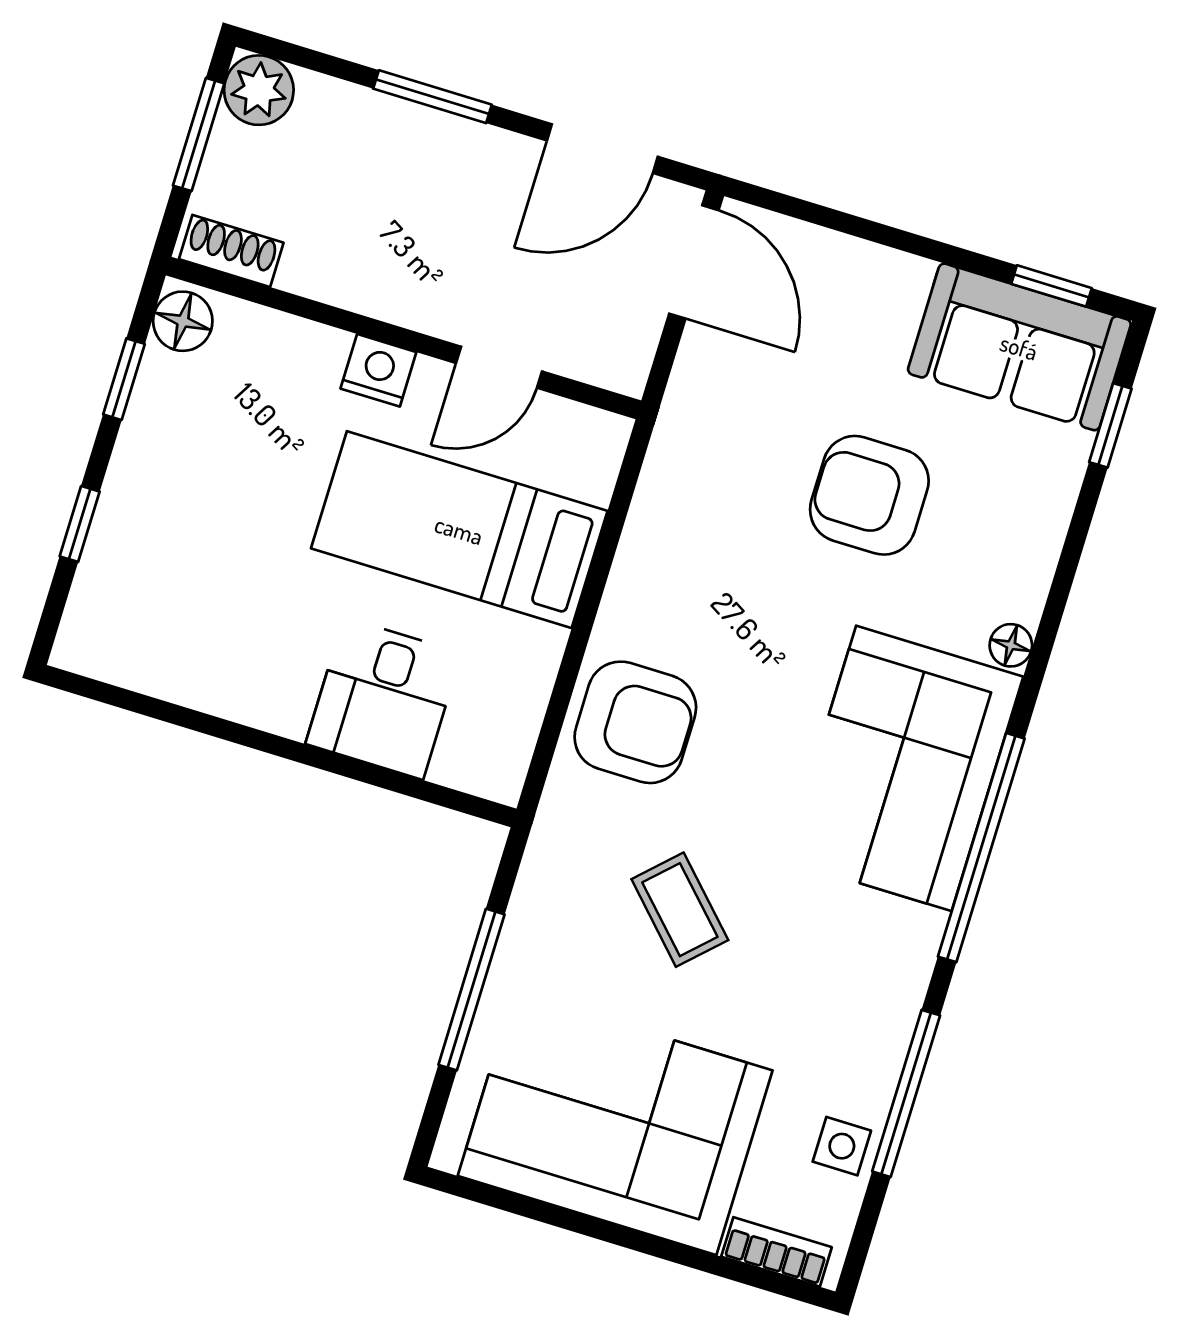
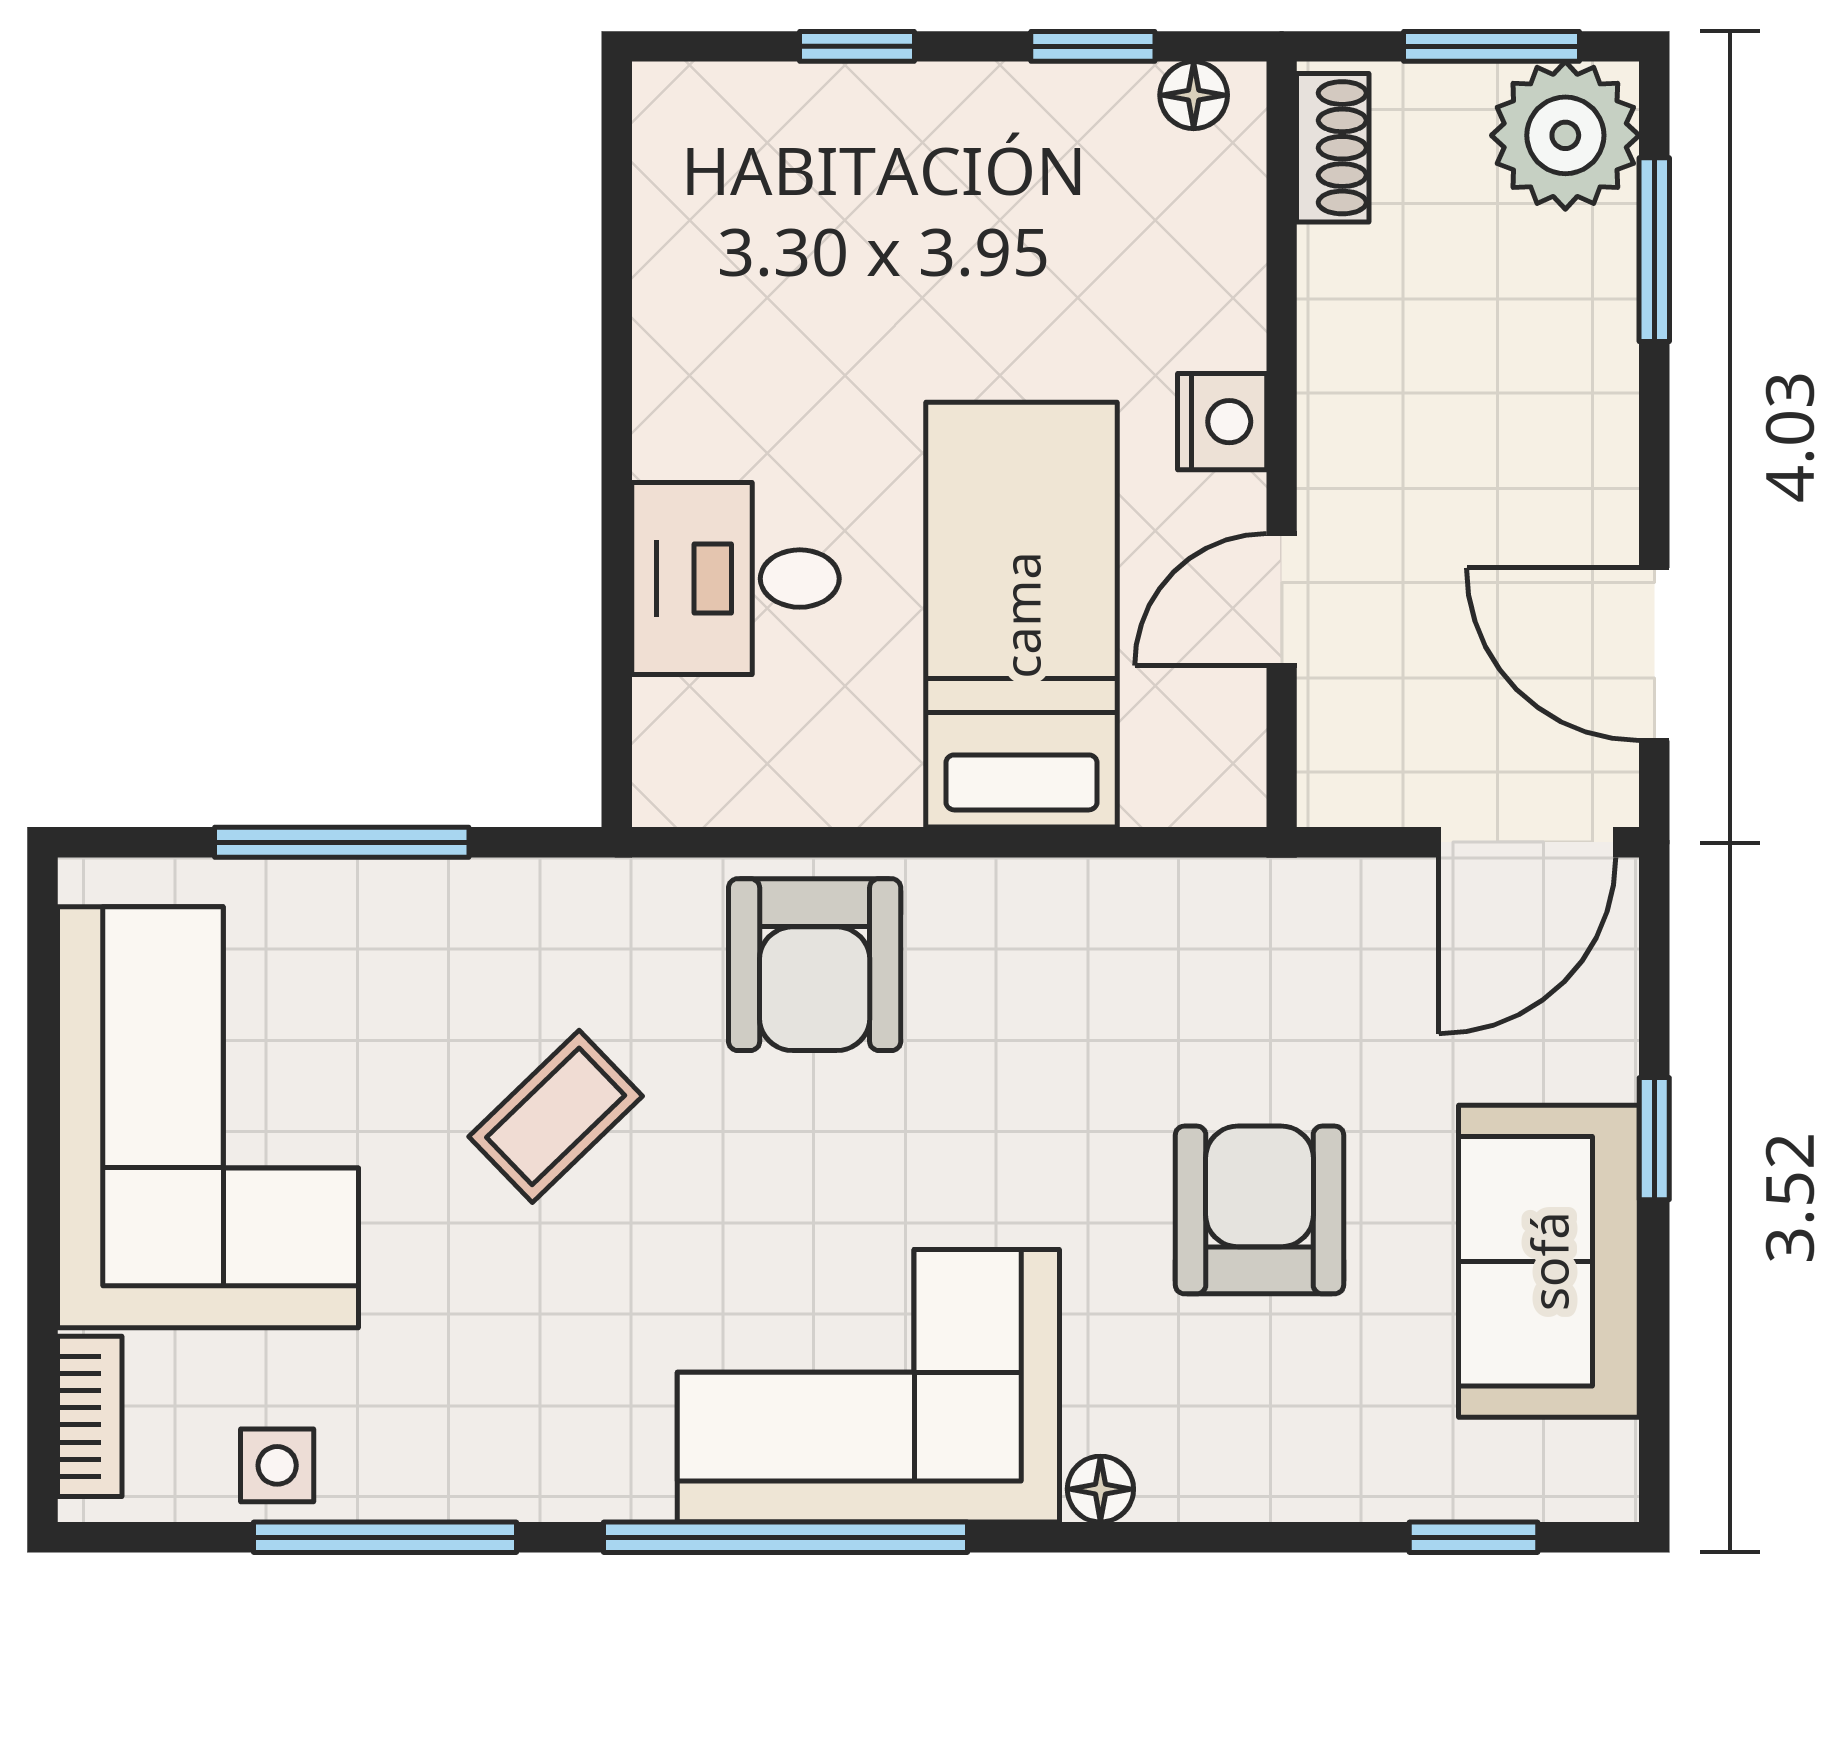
plant: (259, 90) -> (1565, 135), width x1.36, depth x1.36
window: (432, 97) -> (1654, 250), moved
window: (1051, 286) -> (1654, 1139), moved
floor lamp: (183, 321) -> (1194, 95), width x0.73, depth x0.73
sofa: (1019, 347) -> (1549, 1261), moved
door: (499, 367) -> (1282, 600), hinge flipped

